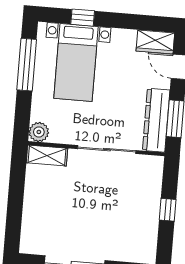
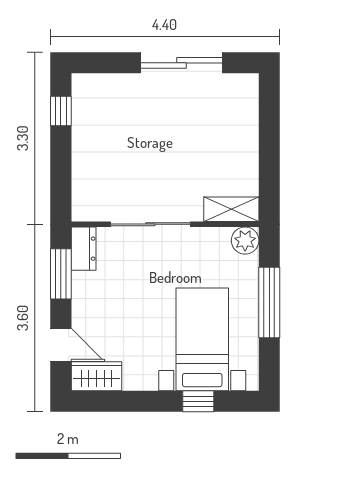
window: (27, 65) -> (269, 302), moved
dresser: (156, 120) -> (84, 249), width x0.51, depth x0.80
window: (168, 210) -> (61, 111), moved

